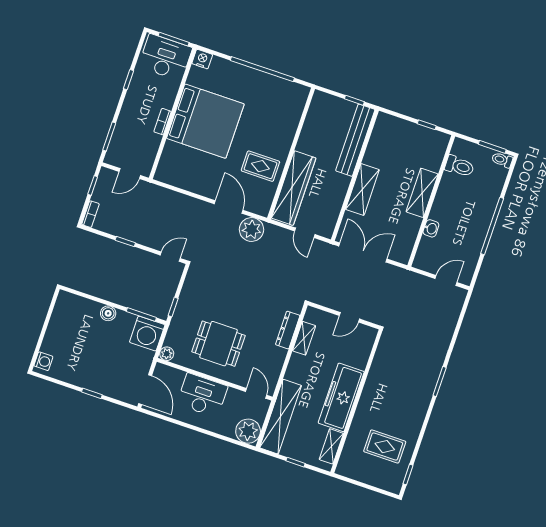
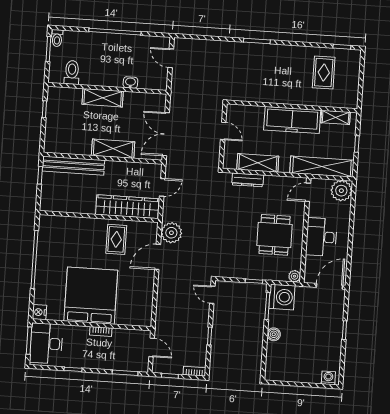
shelving: (304, 338) -> (258, 163), width x1.50, depth x1.33

